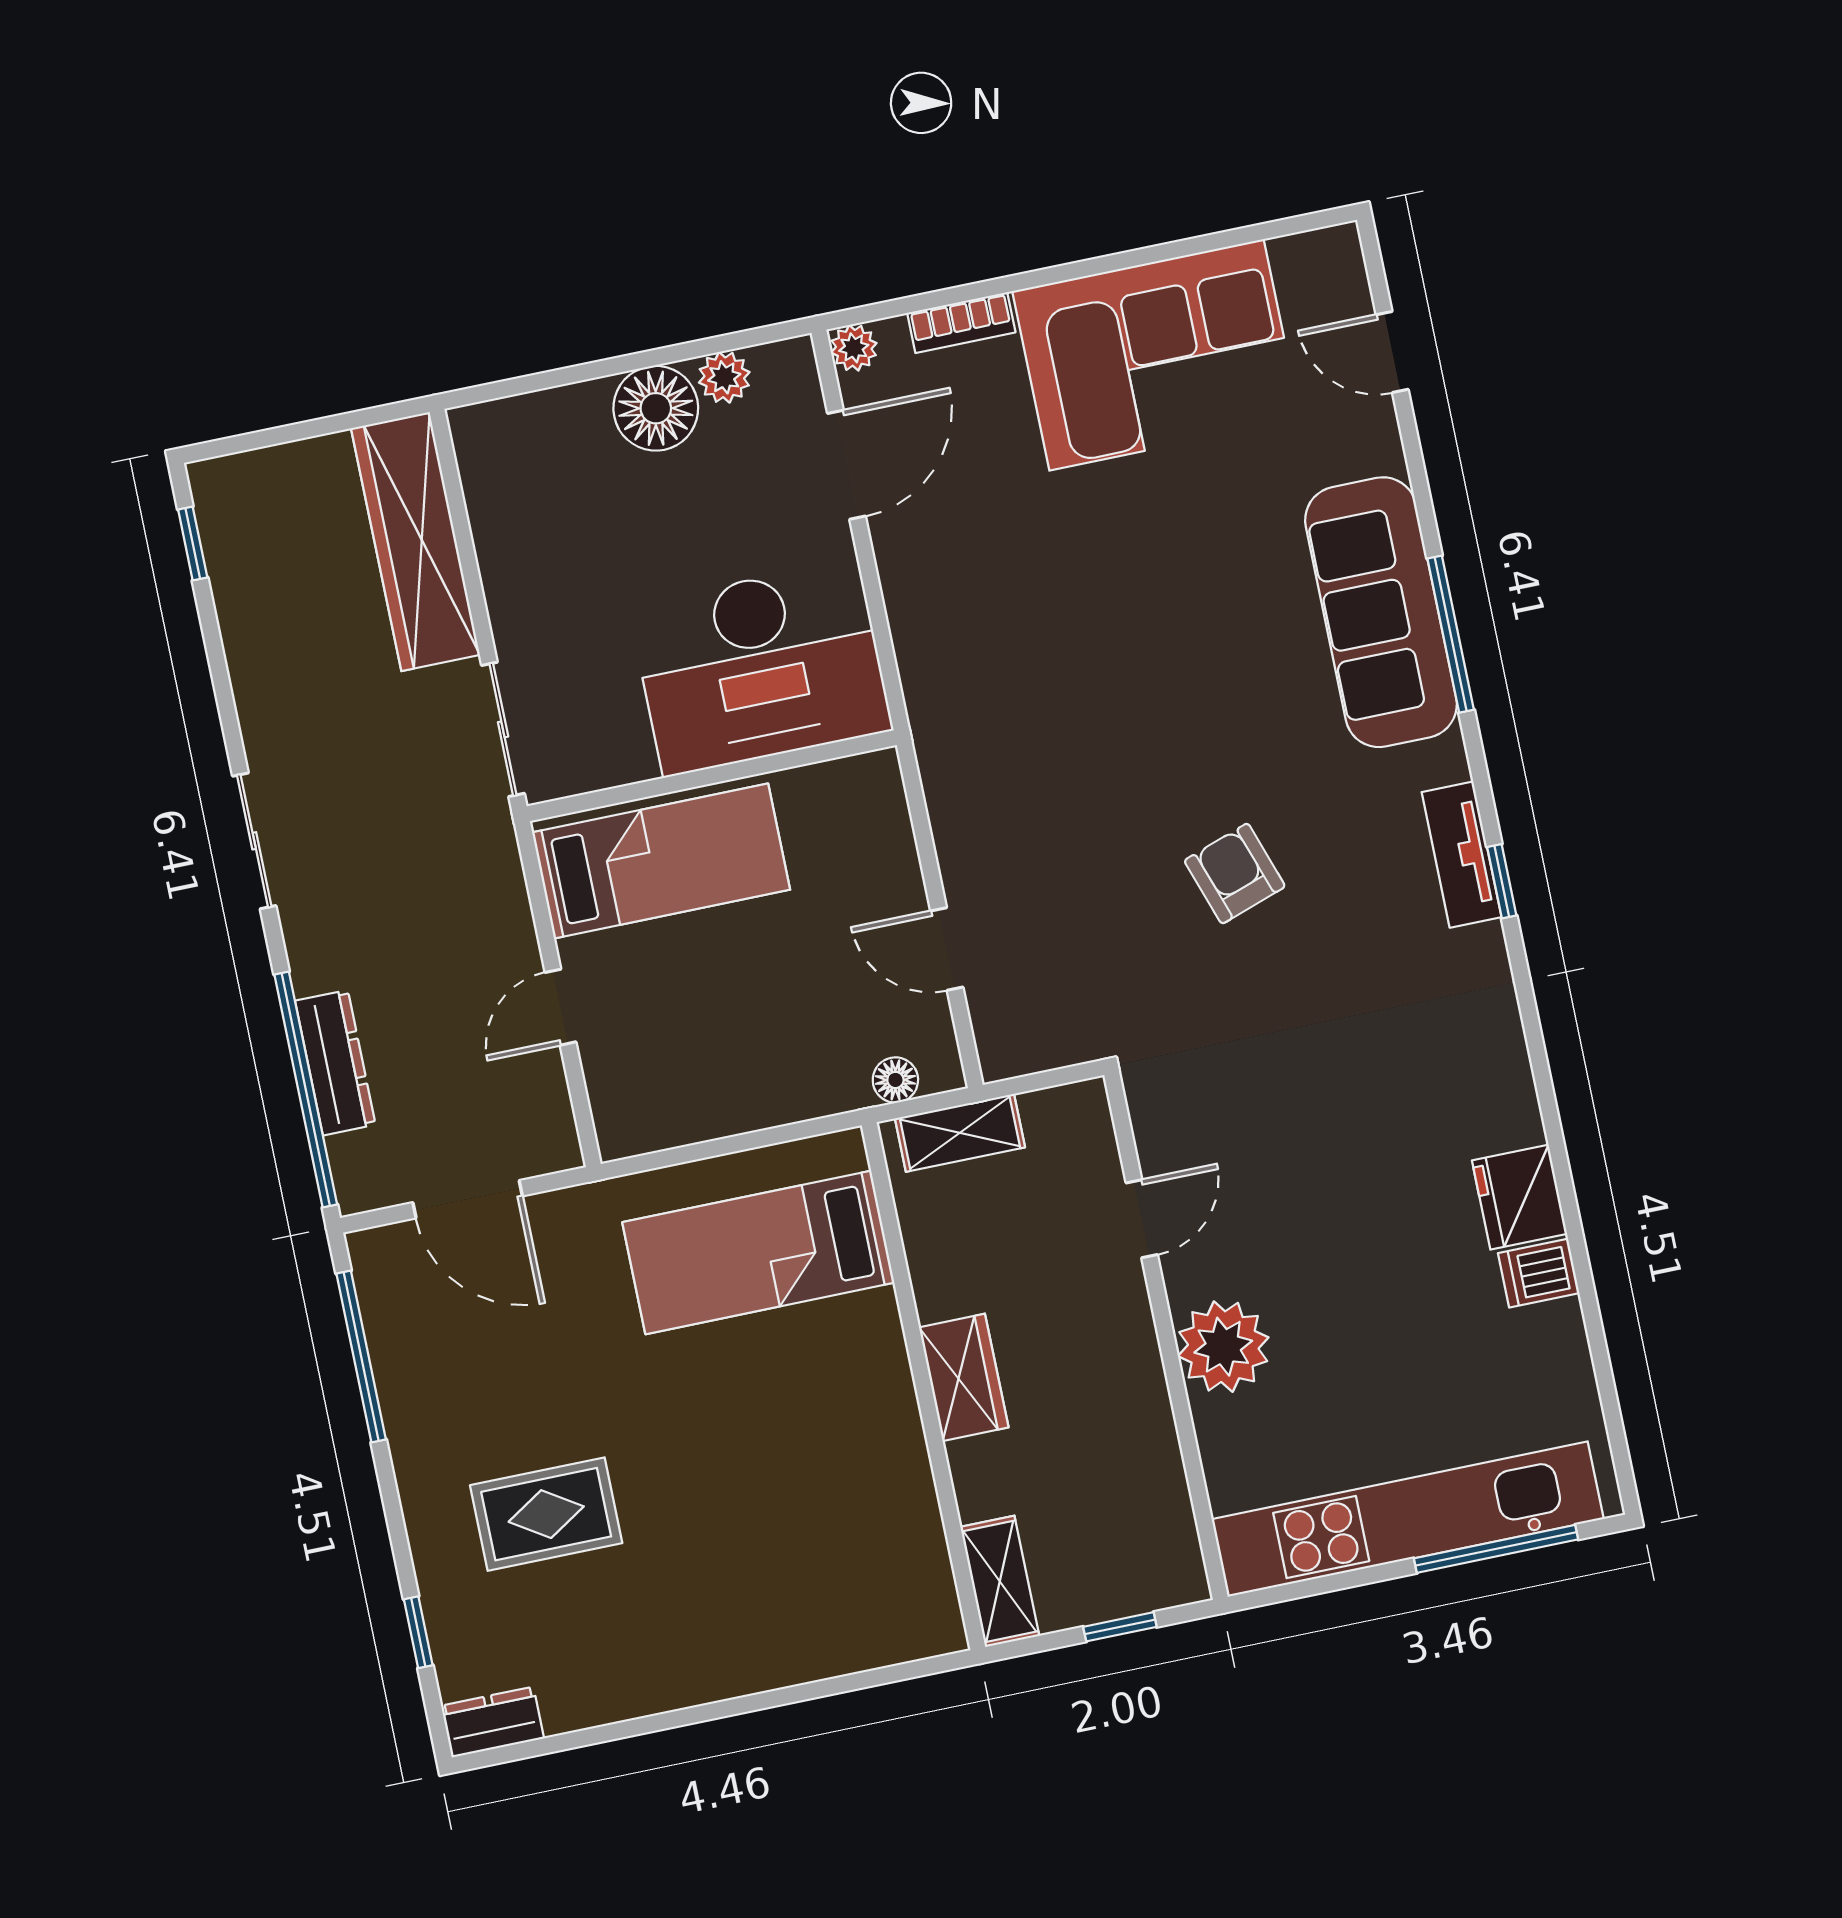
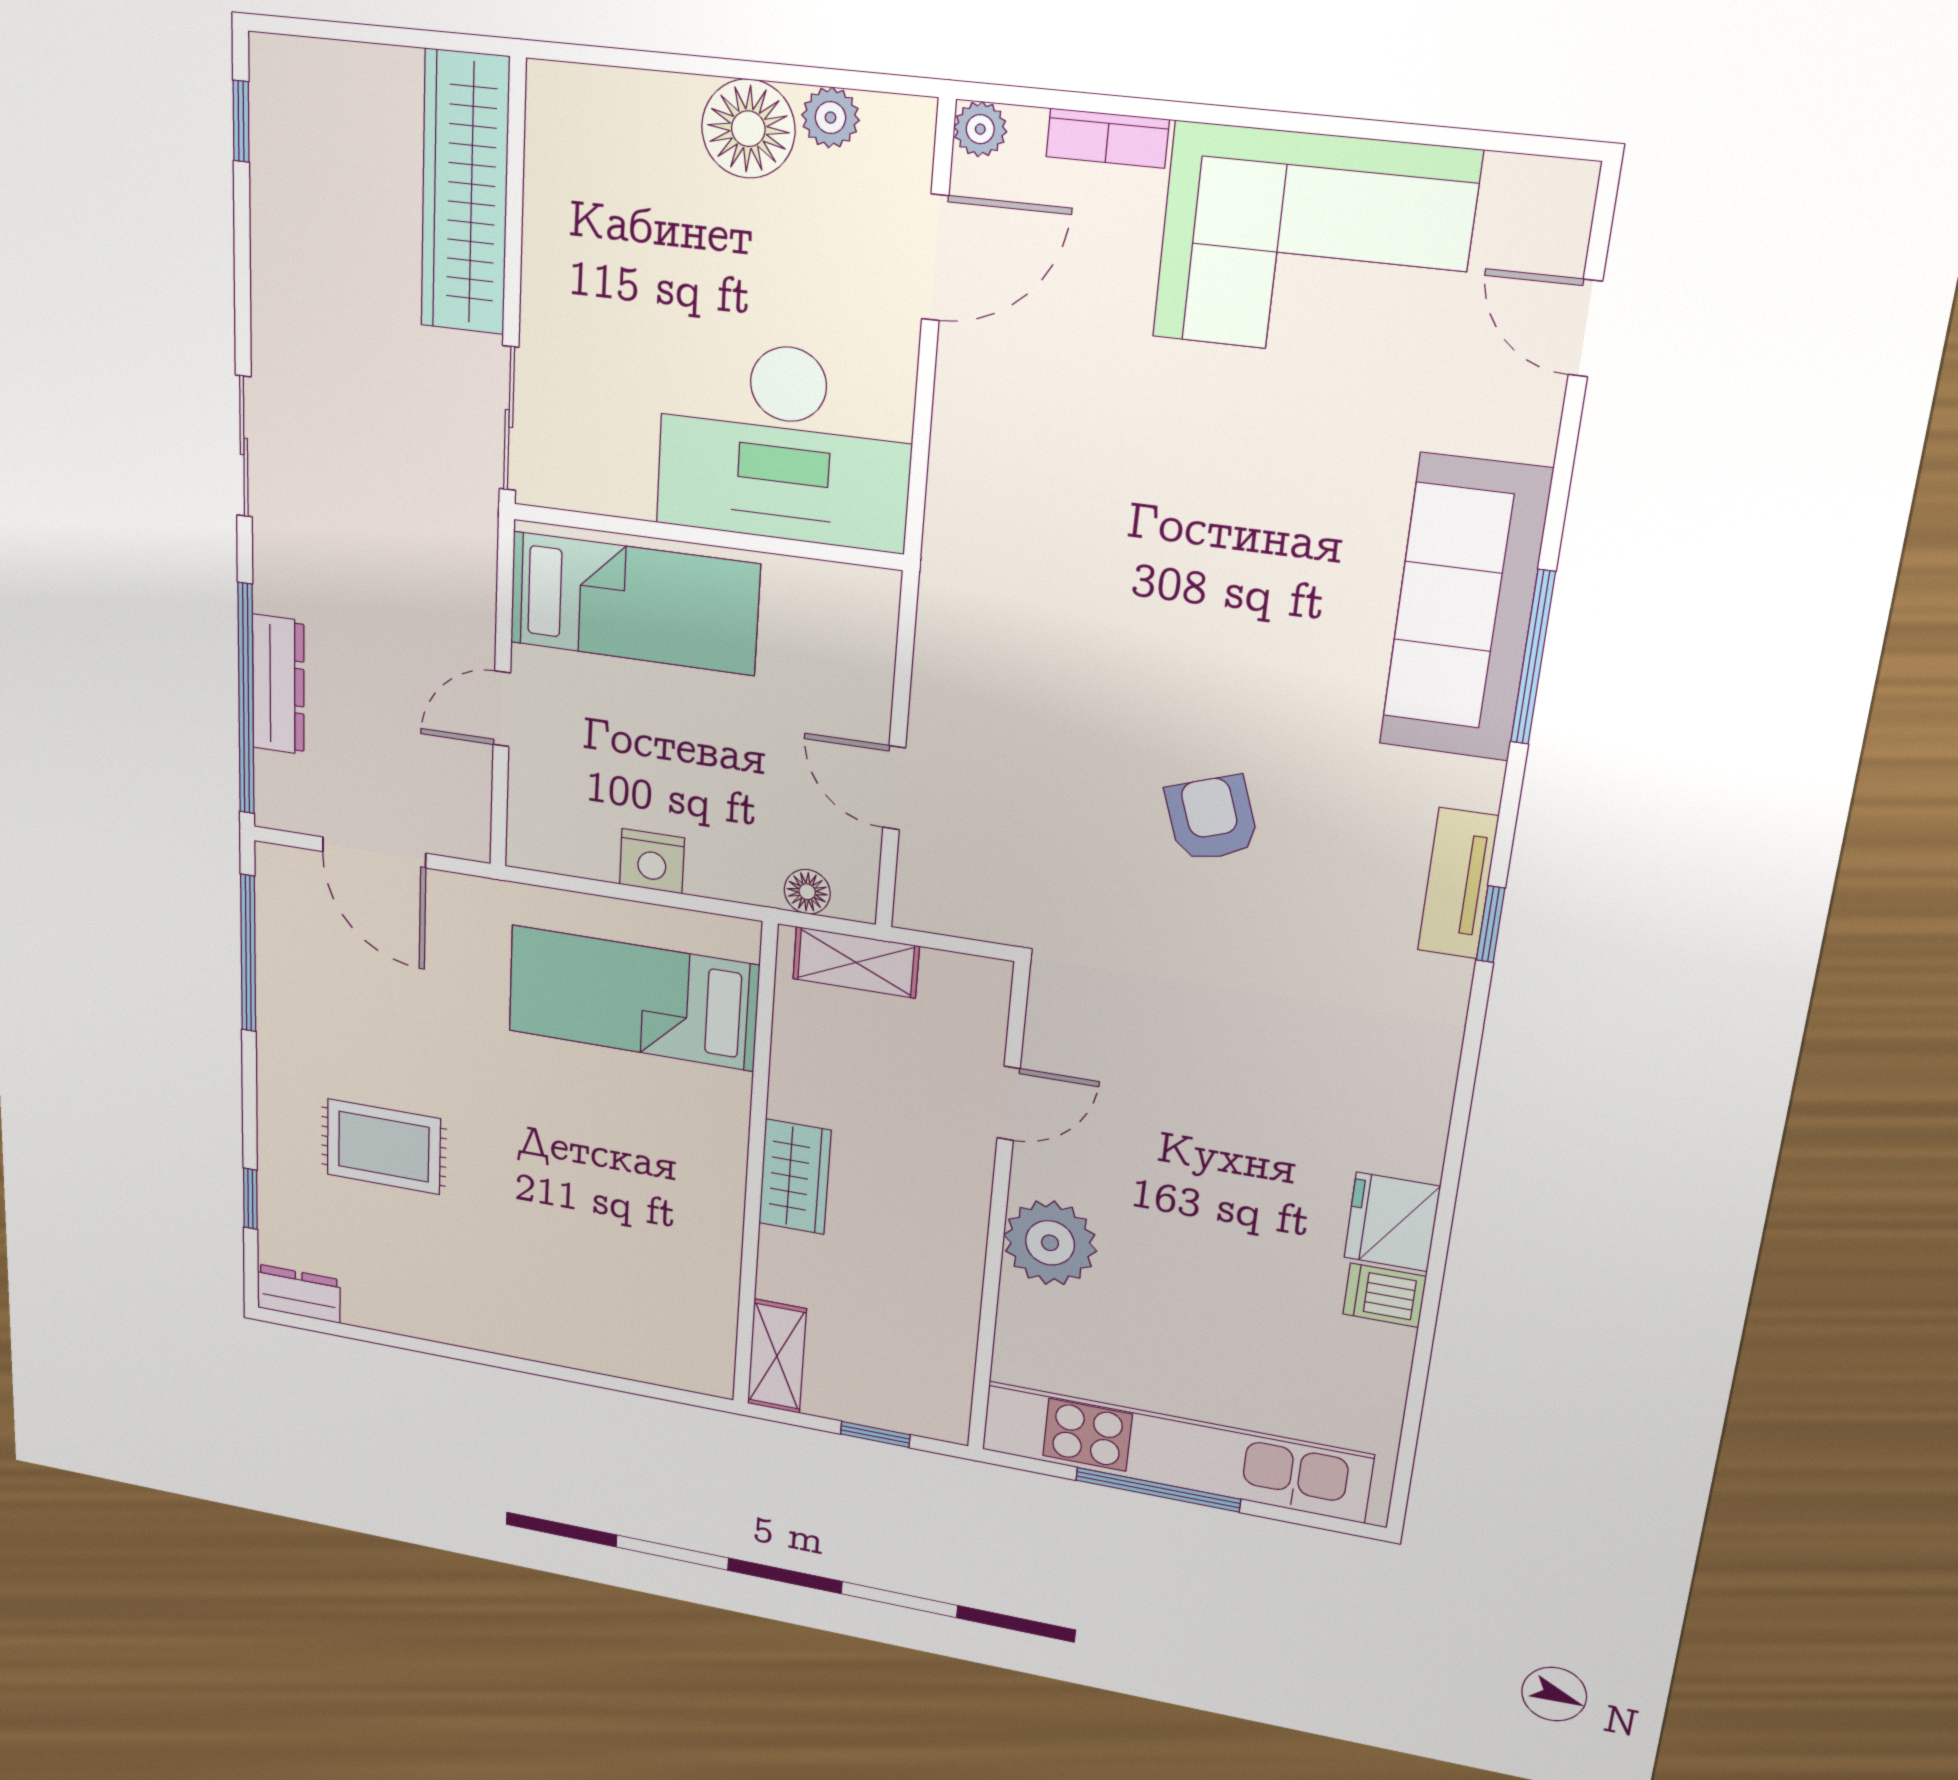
nightstand: (741, 1105) -> (652, 861), added
window: (1496, 1549) -> (1158, 1490), moved

